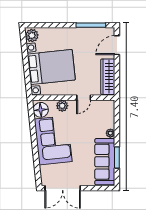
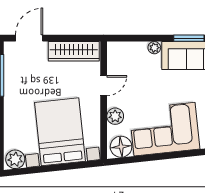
door: (117, 45) -> (29, 38), swing flipped
door: (84, 98) -> (104, 86), hinge flipped

